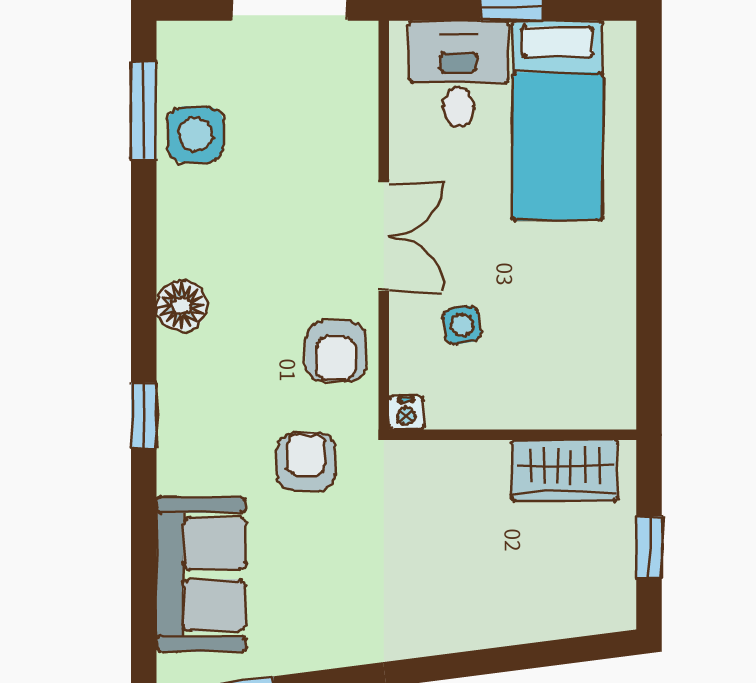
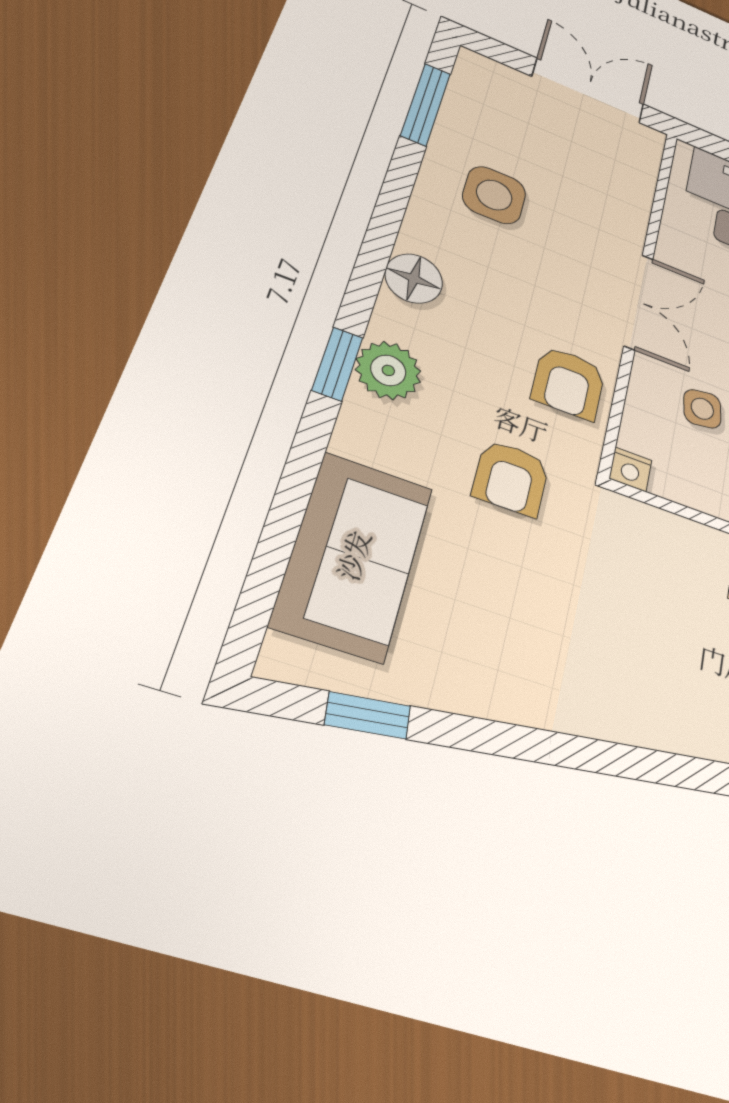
side table: (195, 134) -> (494, 195), moved
plant: (185, 404) -> (388, 370), added
armchair: (306, 462) -> (511, 478), turned 180

